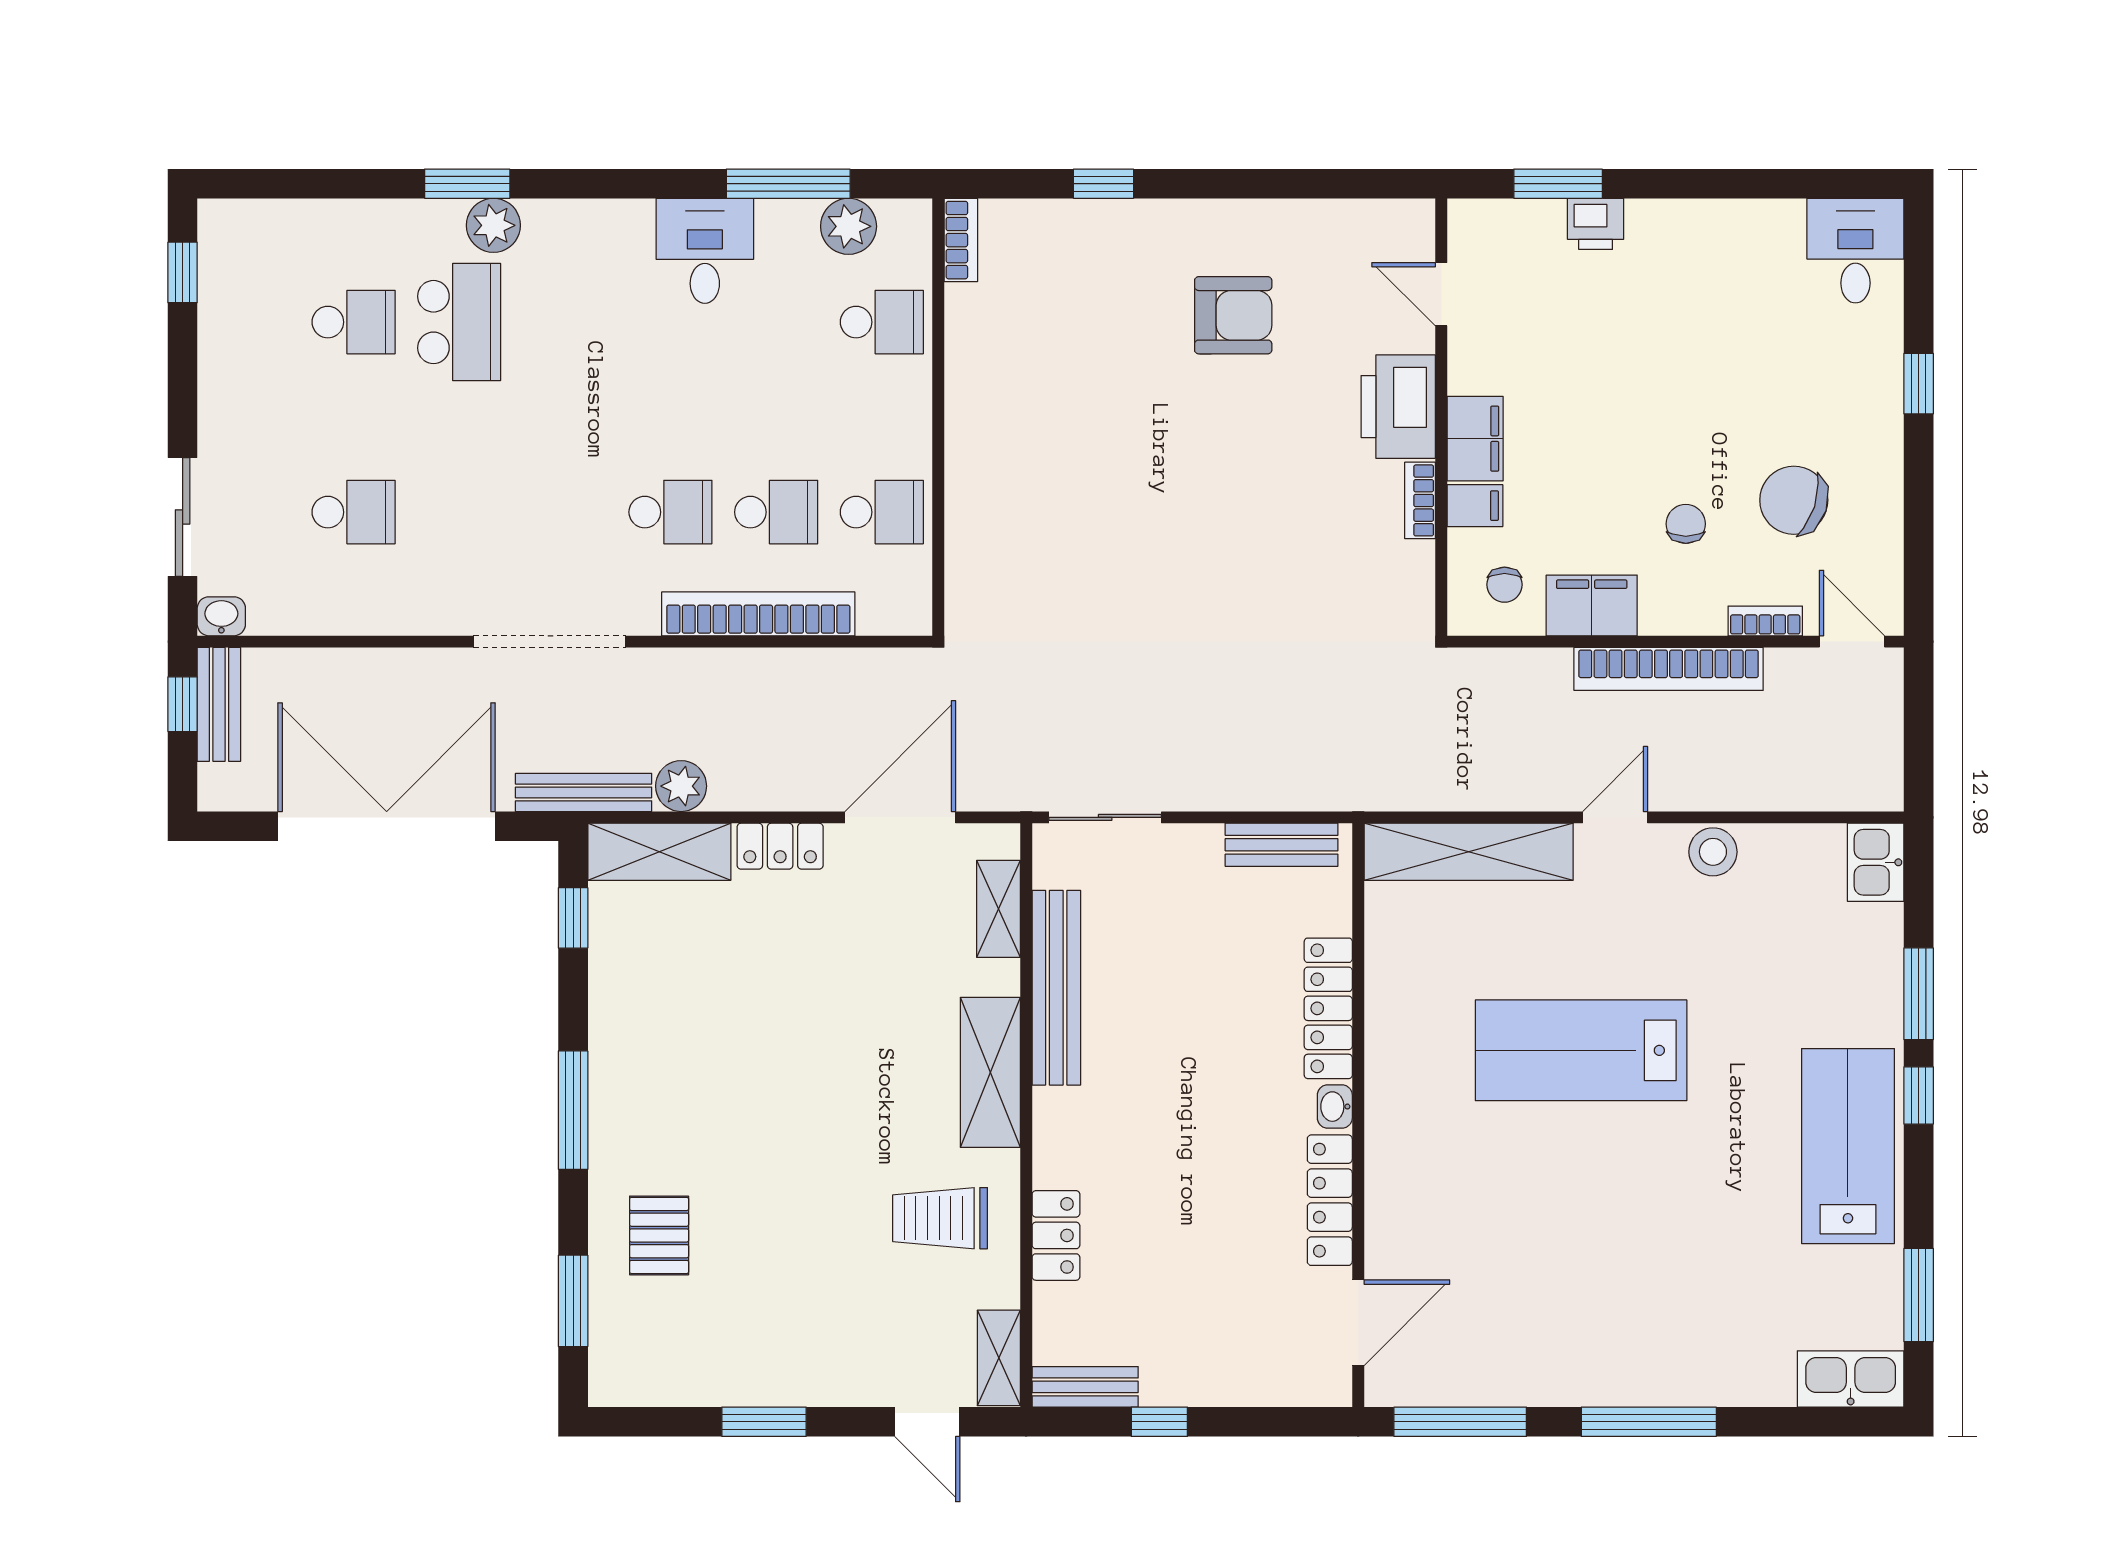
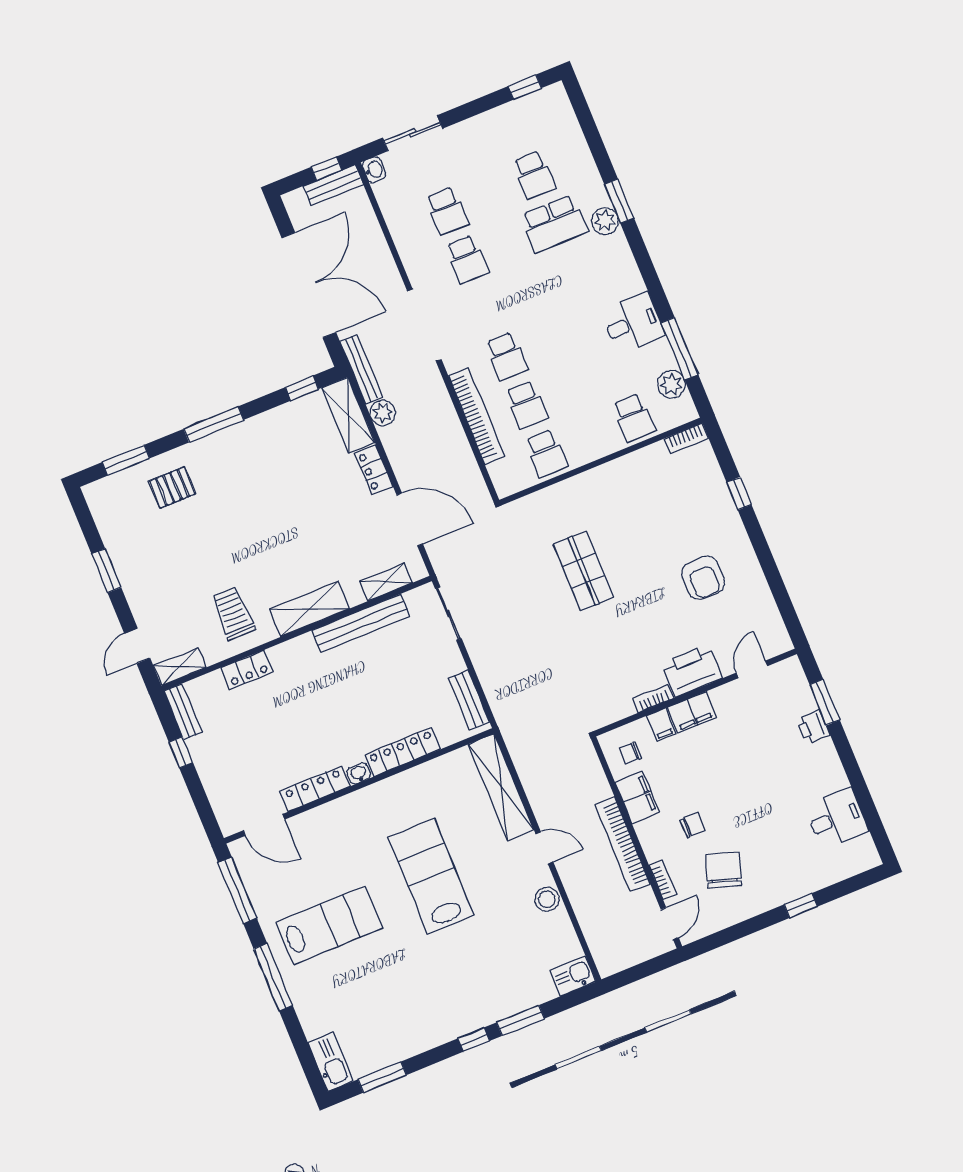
desk: (1855, 251) -> (836, 818), moved
school desk: (459, 512) -> (467, 259), added
shop shelf: (1128, 533) -> (583, 571), added
lab bench: (1848, 1146) -> (329, 925), moved

